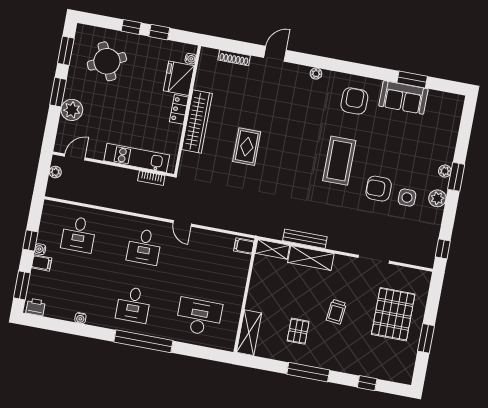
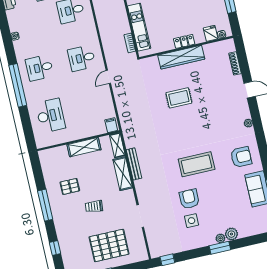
fridge: (179, 78) -> (211, 33), width x0.53, depth x0.75
plant: (437, 198) -> (231, 234), moved
shelving: (249, 333) -> (84, 147), moved

